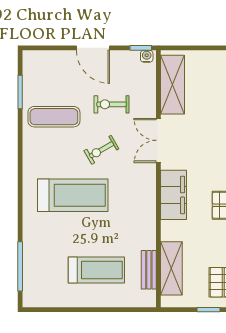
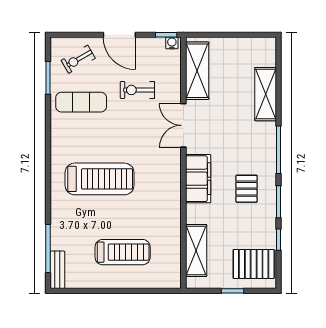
exercise bike: (101, 150) -> (78, 59), moved
bench: (149, 270) -> (57, 270), moved

